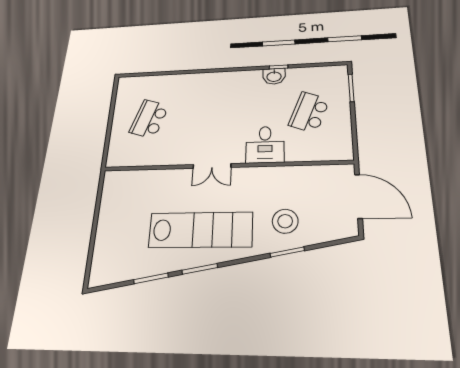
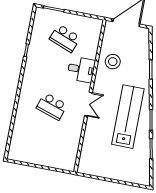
washbasin: (274, 76) -> (33, 55), removed
school desk: (149, 119) -> (52, 106), moved
stool: (285, 221) -> (113, 62), moved

